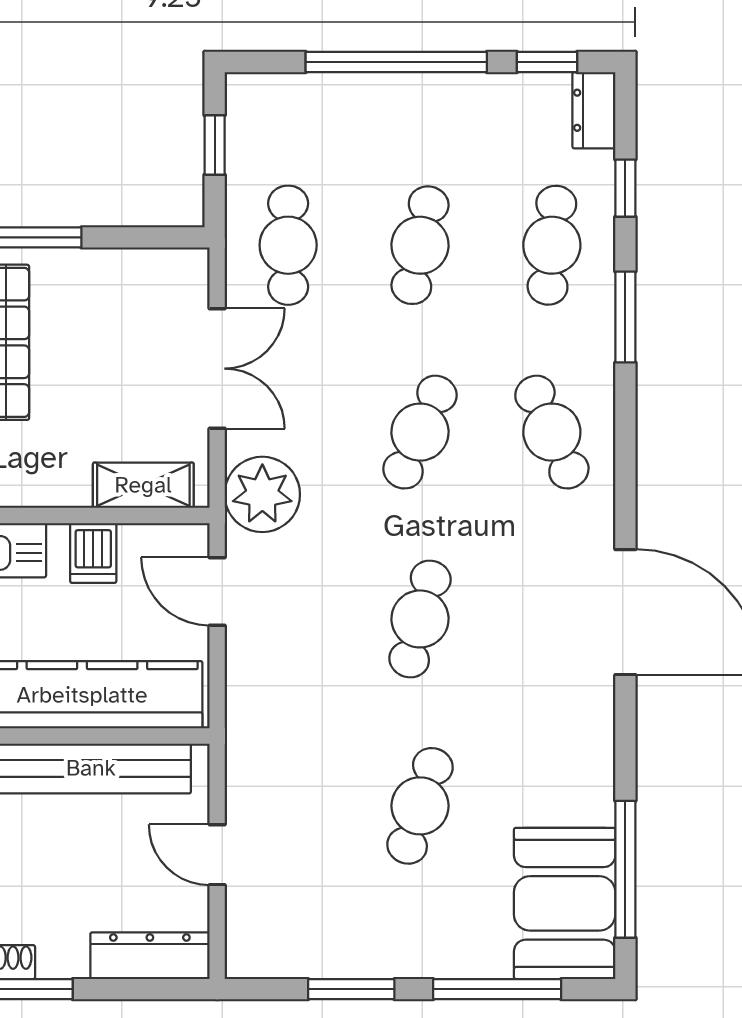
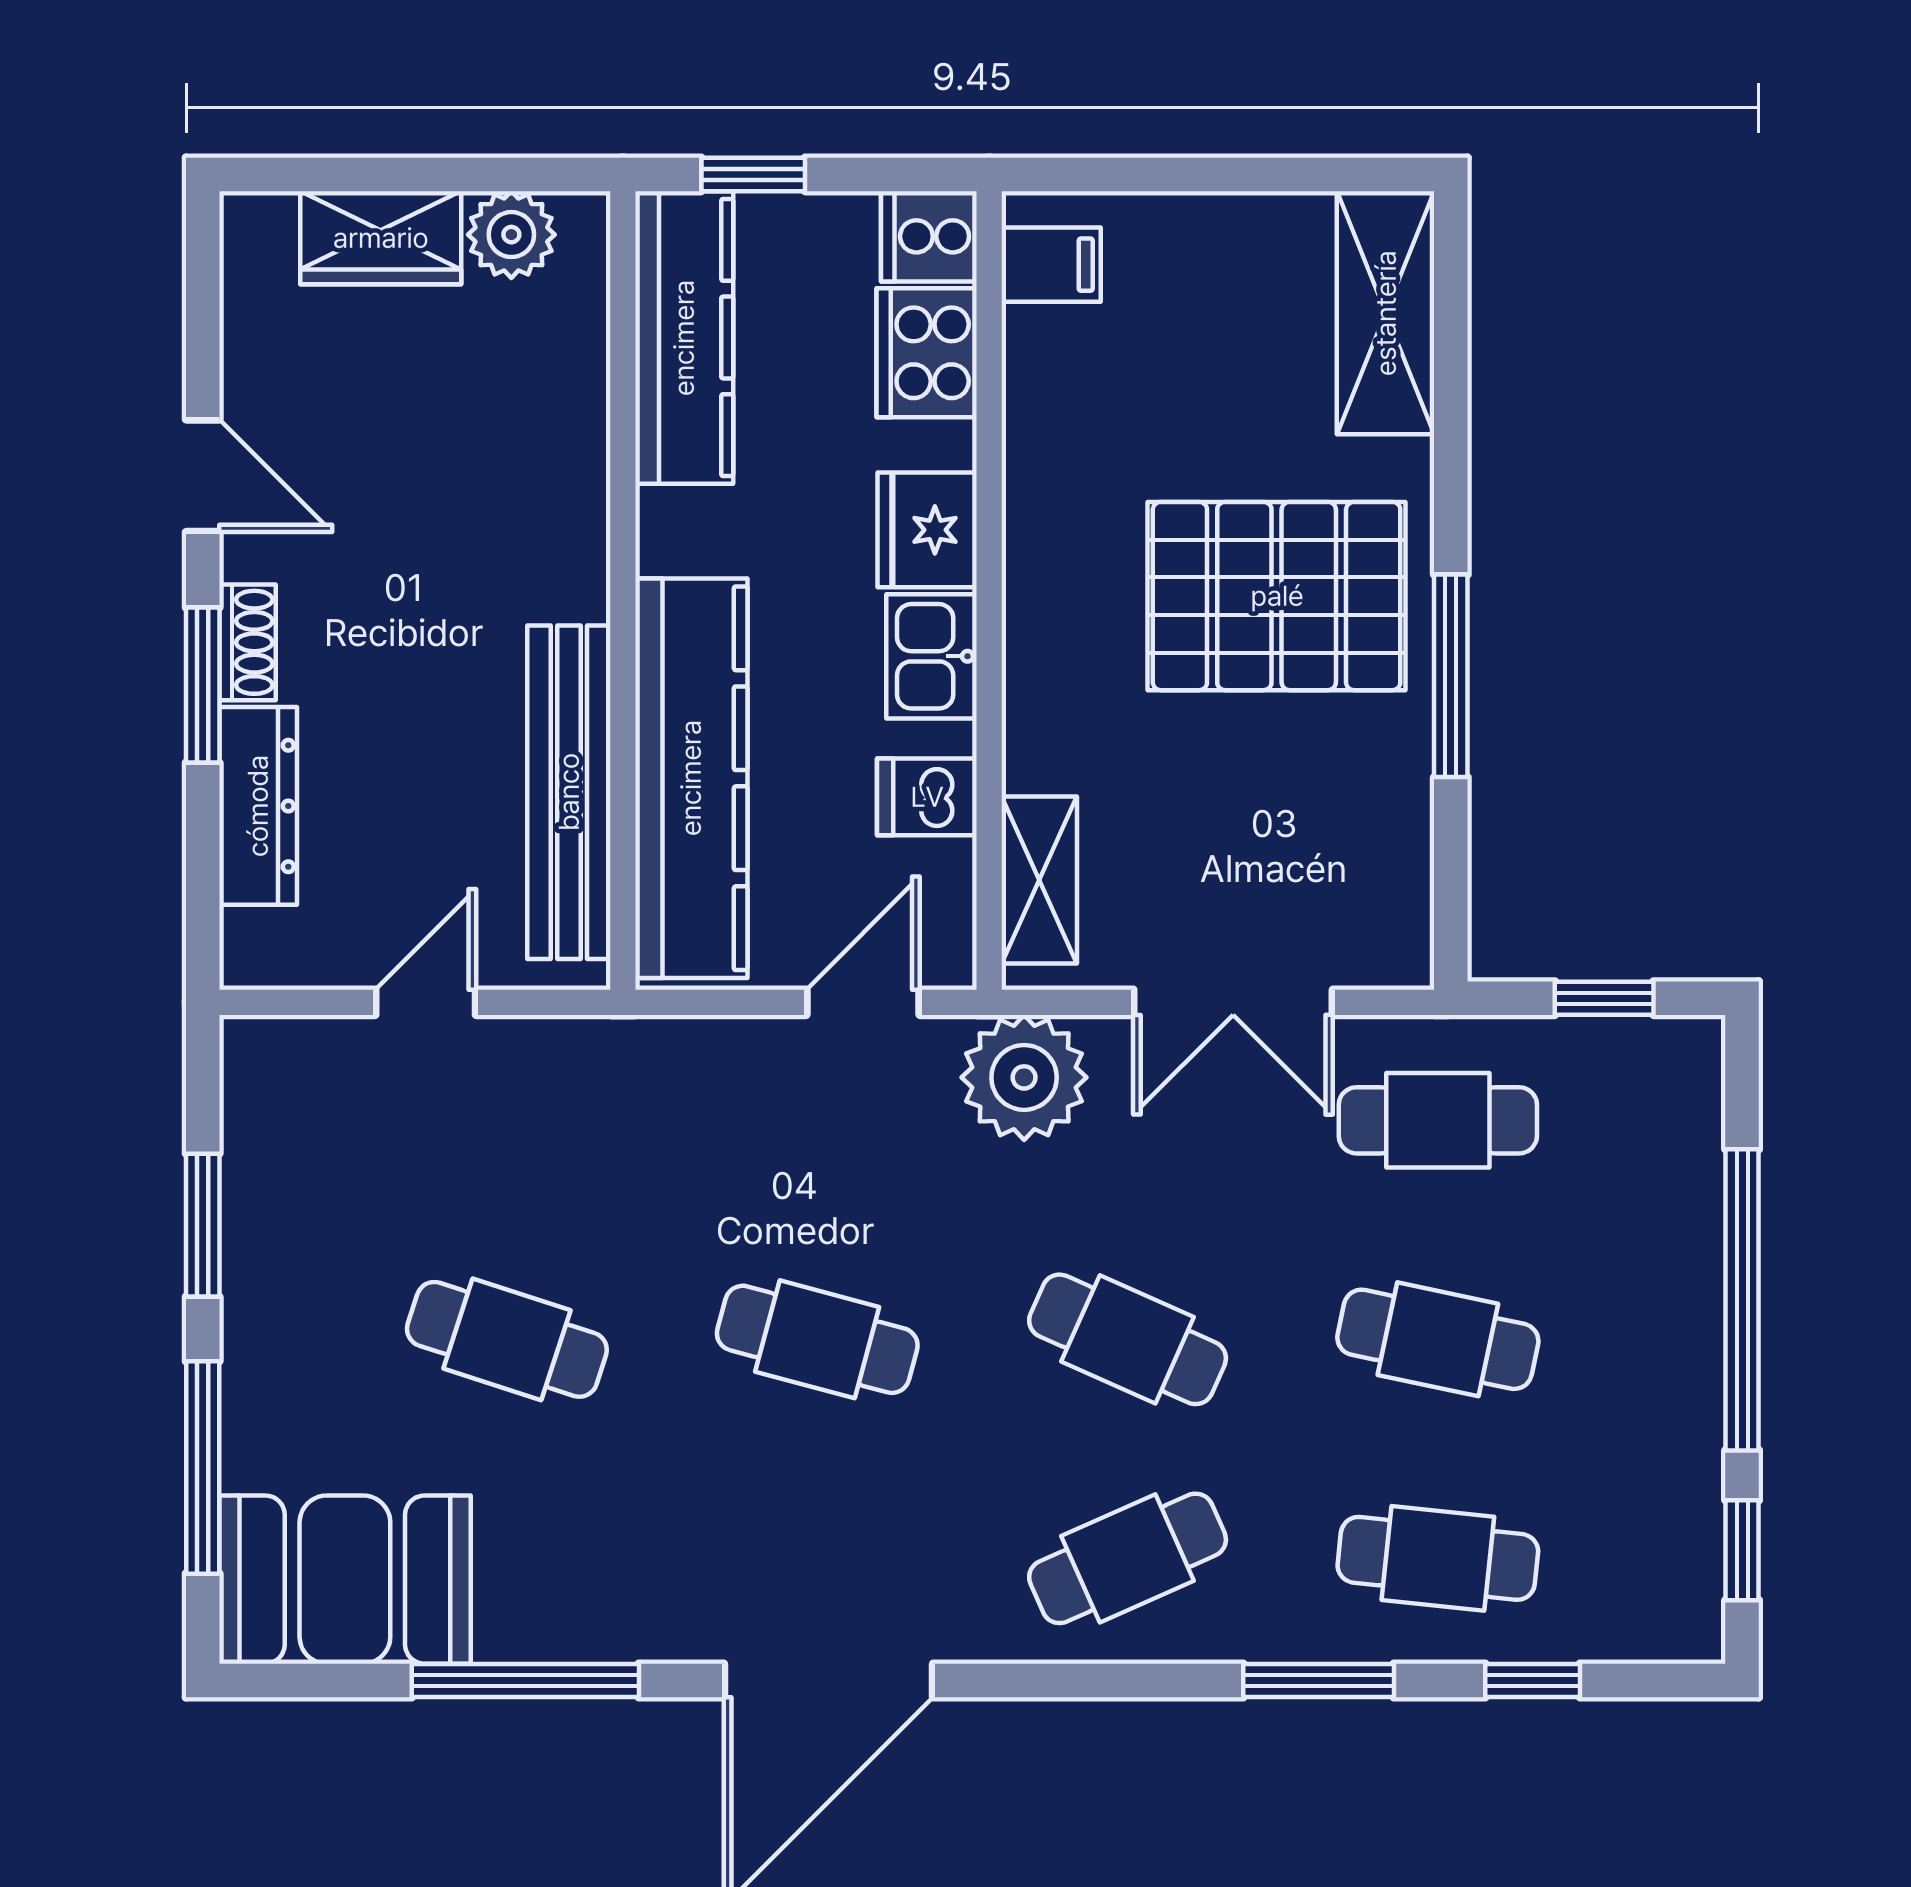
dresser: (594, 110) -> (1662, 1628), removed
window: (625, 869) -> (525, 1680), moved
dresser: (150, 956) -> (258, 806), moved

